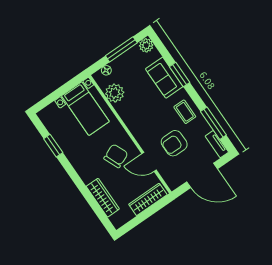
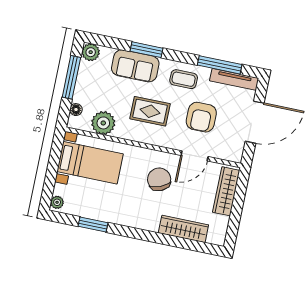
rug: (148, 112) -> (150, 111), added
plant: (45, 113) -> (57, 202), added
tv unit: (217, 144) -> (234, 79), width x1.41

